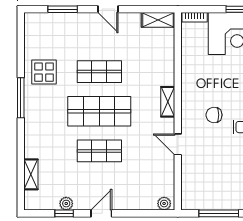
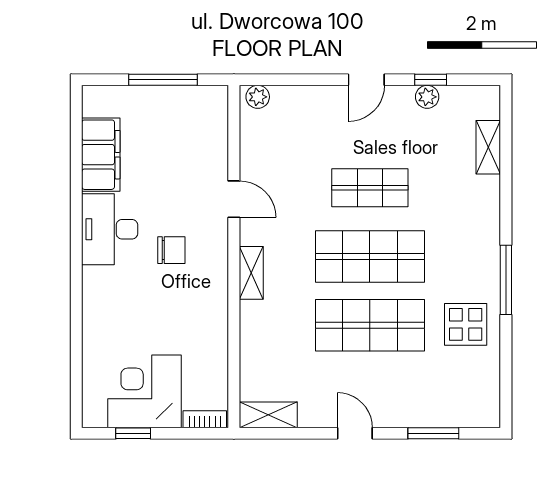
shop shelf: (99, 72) -> (370, 325), width x1.43, depth x1.36

